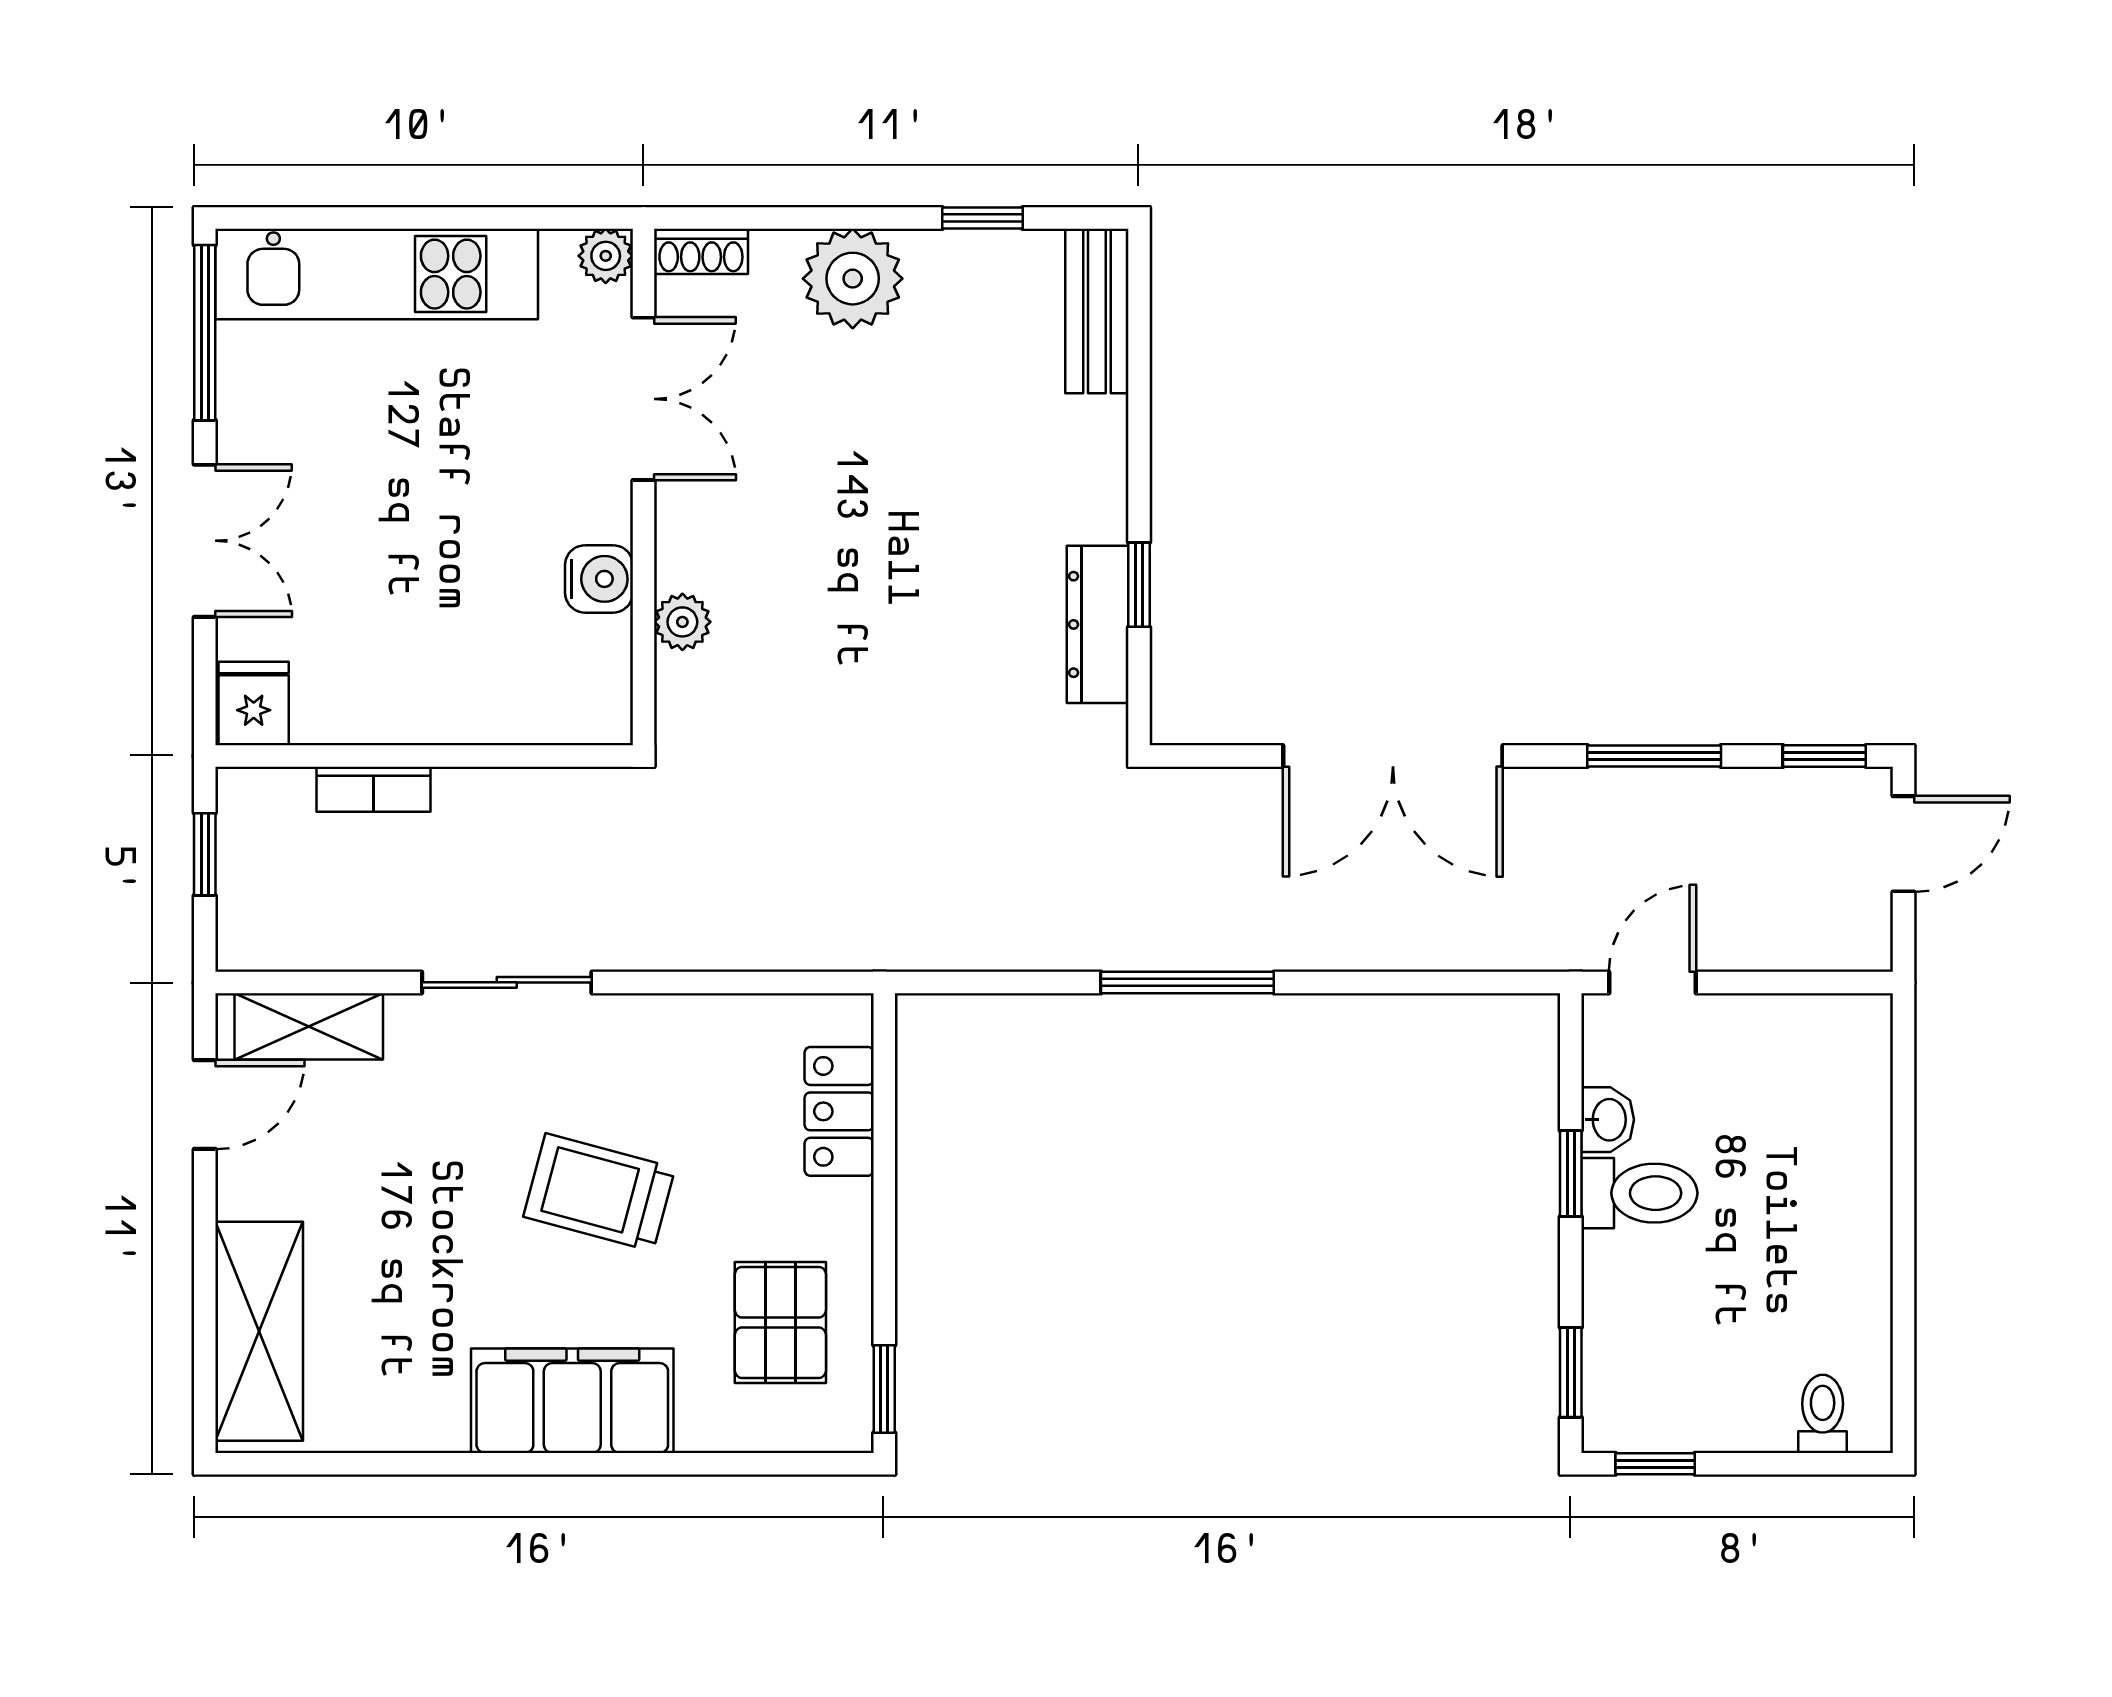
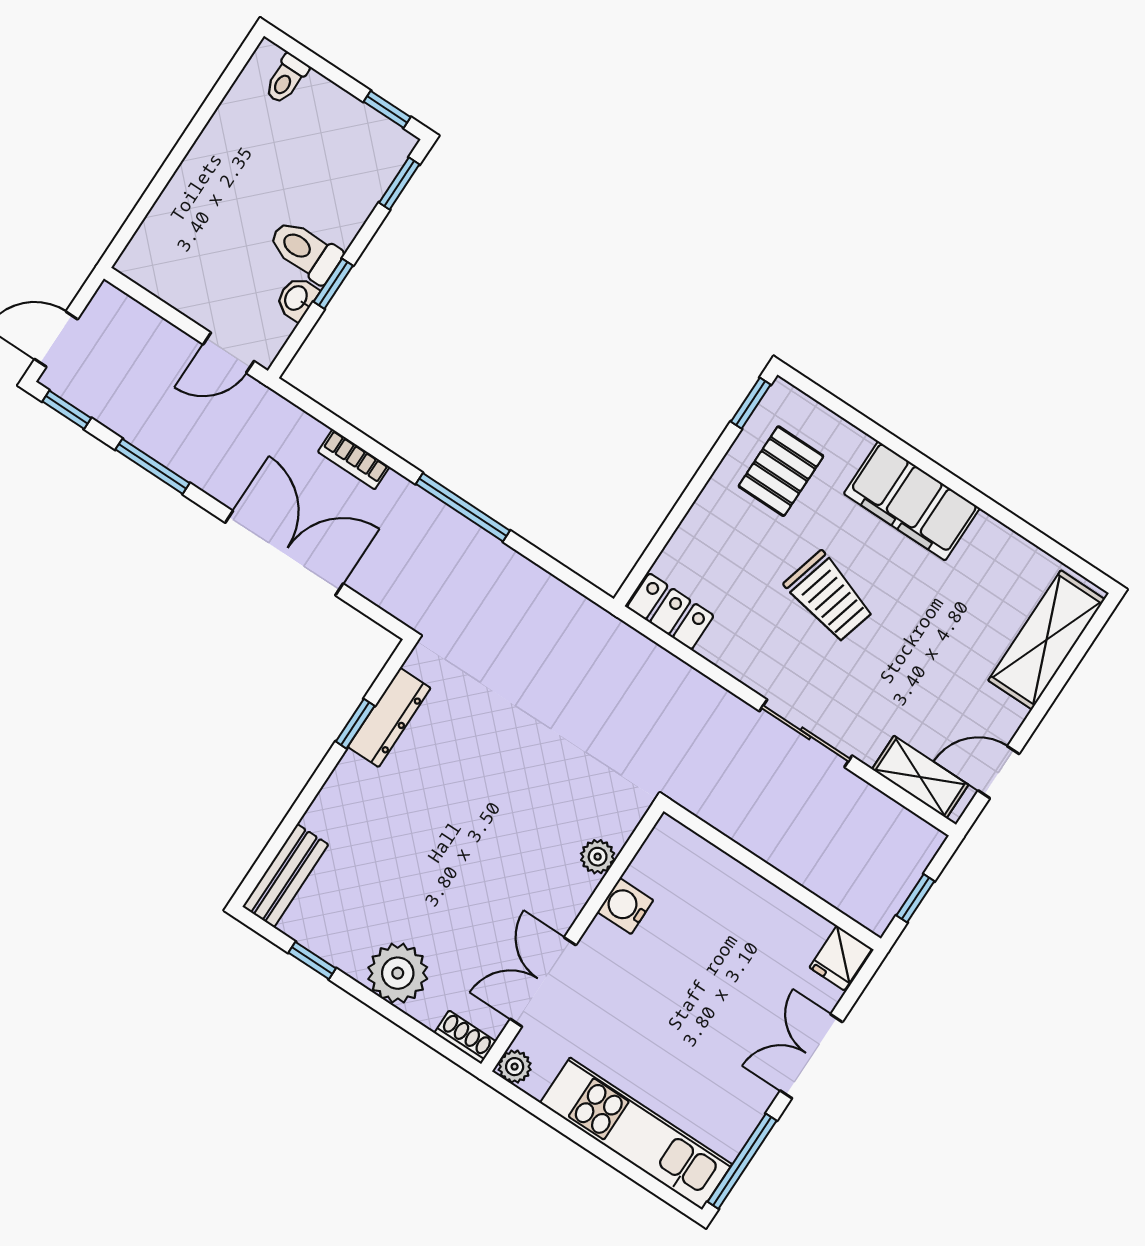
bookcase: (373, 789) -> (354, 459), moved, turned 180
locker: (839, 1111) -> (670, 611), moved, turned -90

